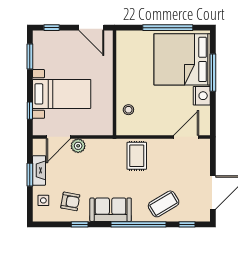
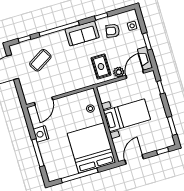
door: (91, 28) -> (134, 159), hinge flipped
bed: (182, 59) -> (91, 148), moved, turned -90
bed with nightstands: (62, 94) -> (127, 115), moved, turned 180
rug: (137, 156) -> (101, 66), moved
fireplace: (39, 170) -> (145, 58), moved
coffee table: (164, 204) -> (40, 60), moved

